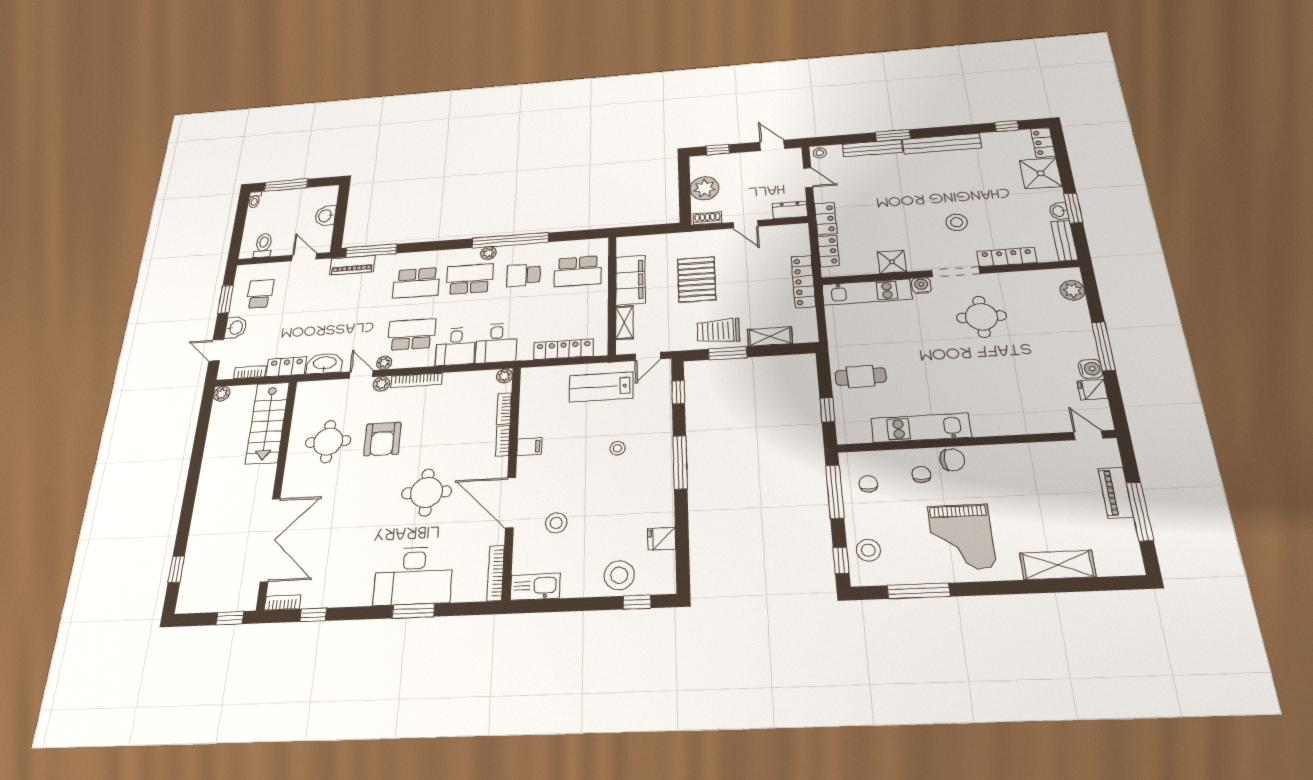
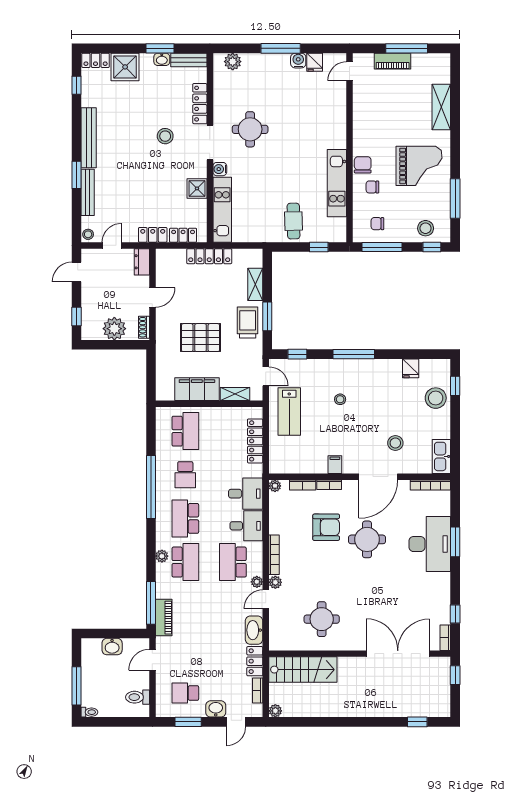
plant: (488, 253) -> (162, 556), moved
trolley: (718, 331) -> (248, 323), turned 180
armchair: (382, 439) -> (326, 527), moved

